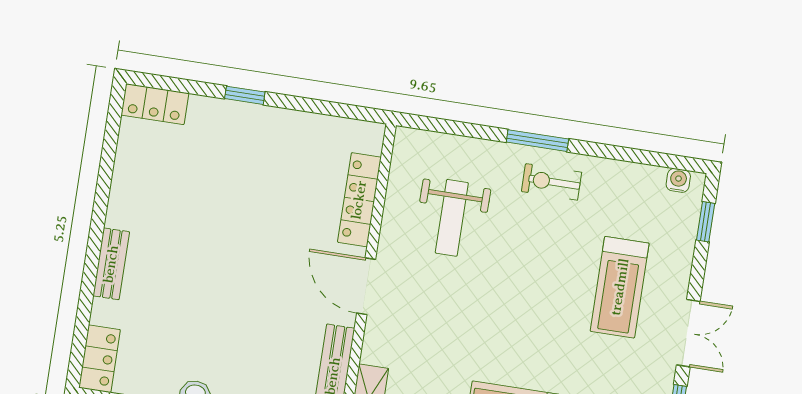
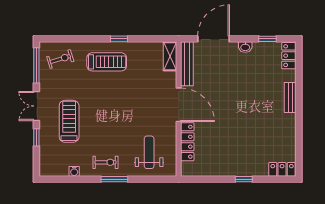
water cooler: (678, 180) -> (74, 171), moved
weight bench: (452, 218) -> (149, 152), moved
window: (706, 222) -> (36, 137), moved
door: (366, 286) -> (179, 105), width x1.36

